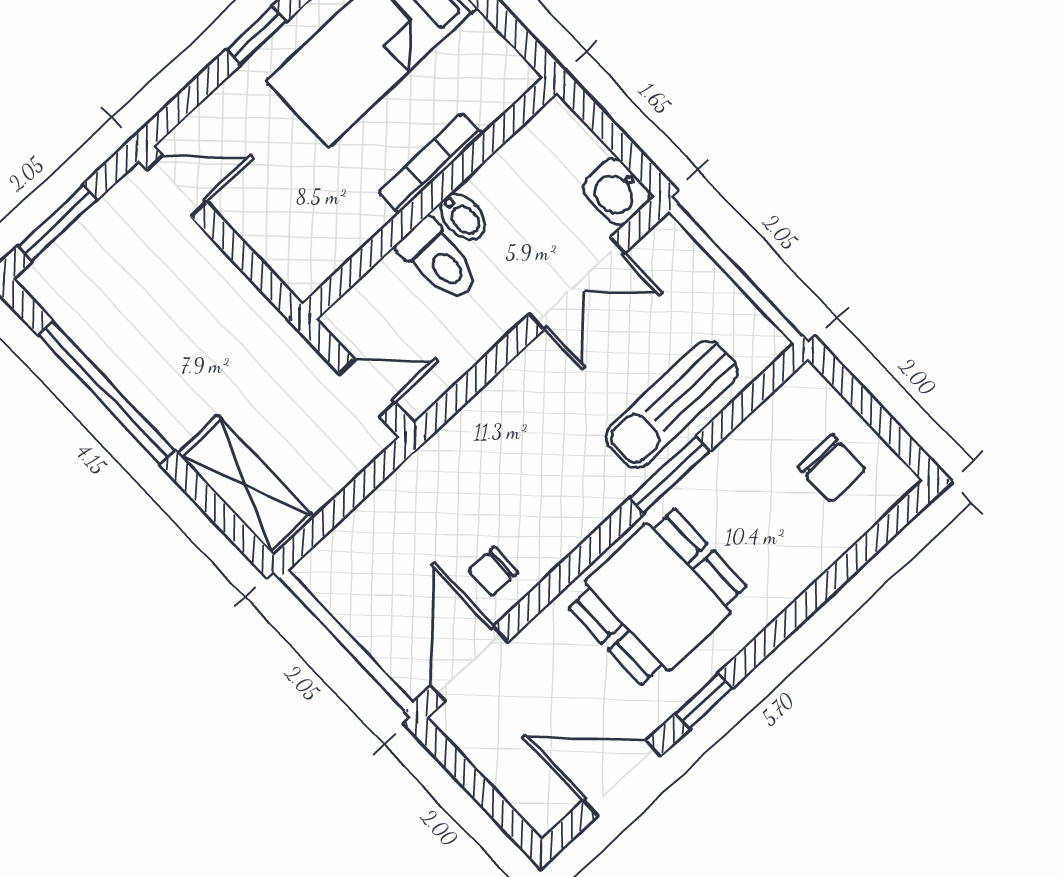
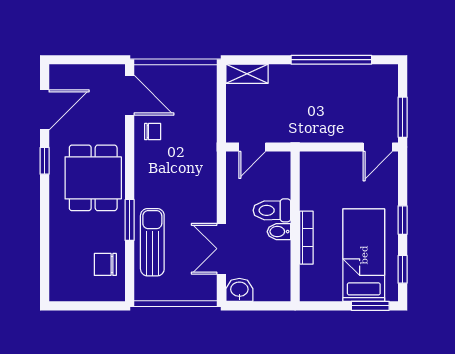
window: (57, 223) -> (403, 117), moved
chair: (831, 468) -> (105, 264), moved
shelving: (246, 485) -> (247, 74), width x0.67, depth x0.75
chair: (493, 571) -> (153, 132), turned 90

